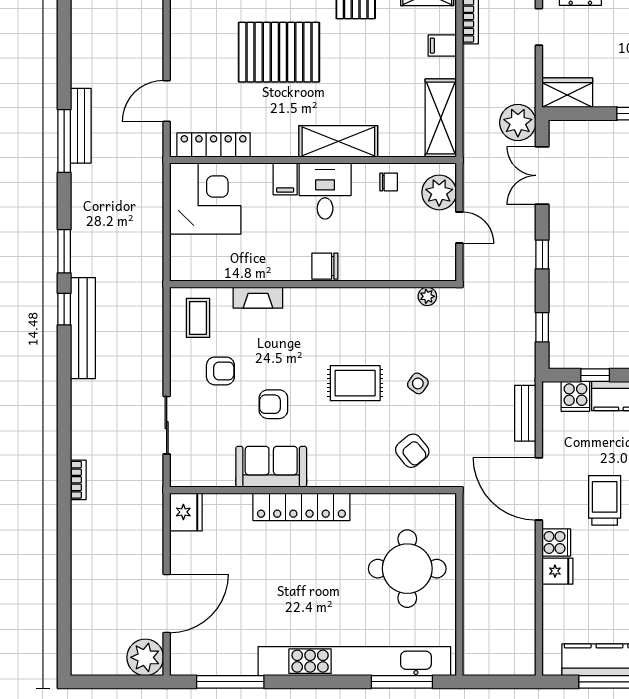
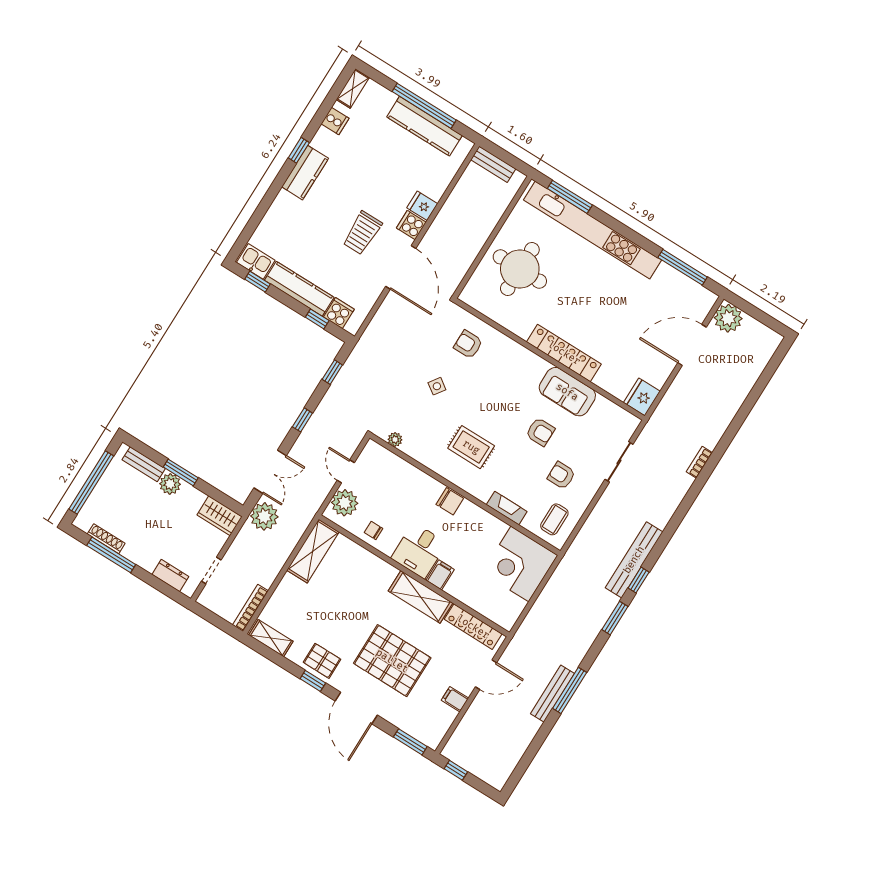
filing cabinet: (442, 46) -> (455, 699), moved, turned 180
shelving: (338, 141) -> (421, 597), moved
corner desk: (205, 199) -> (520, 564), moved
rug: (355, 383) -> (471, 447), moved
bench: (525, 413) -> (493, 164), moved, turned 90
armchair: (412, 451) -> (468, 344), turned -51

